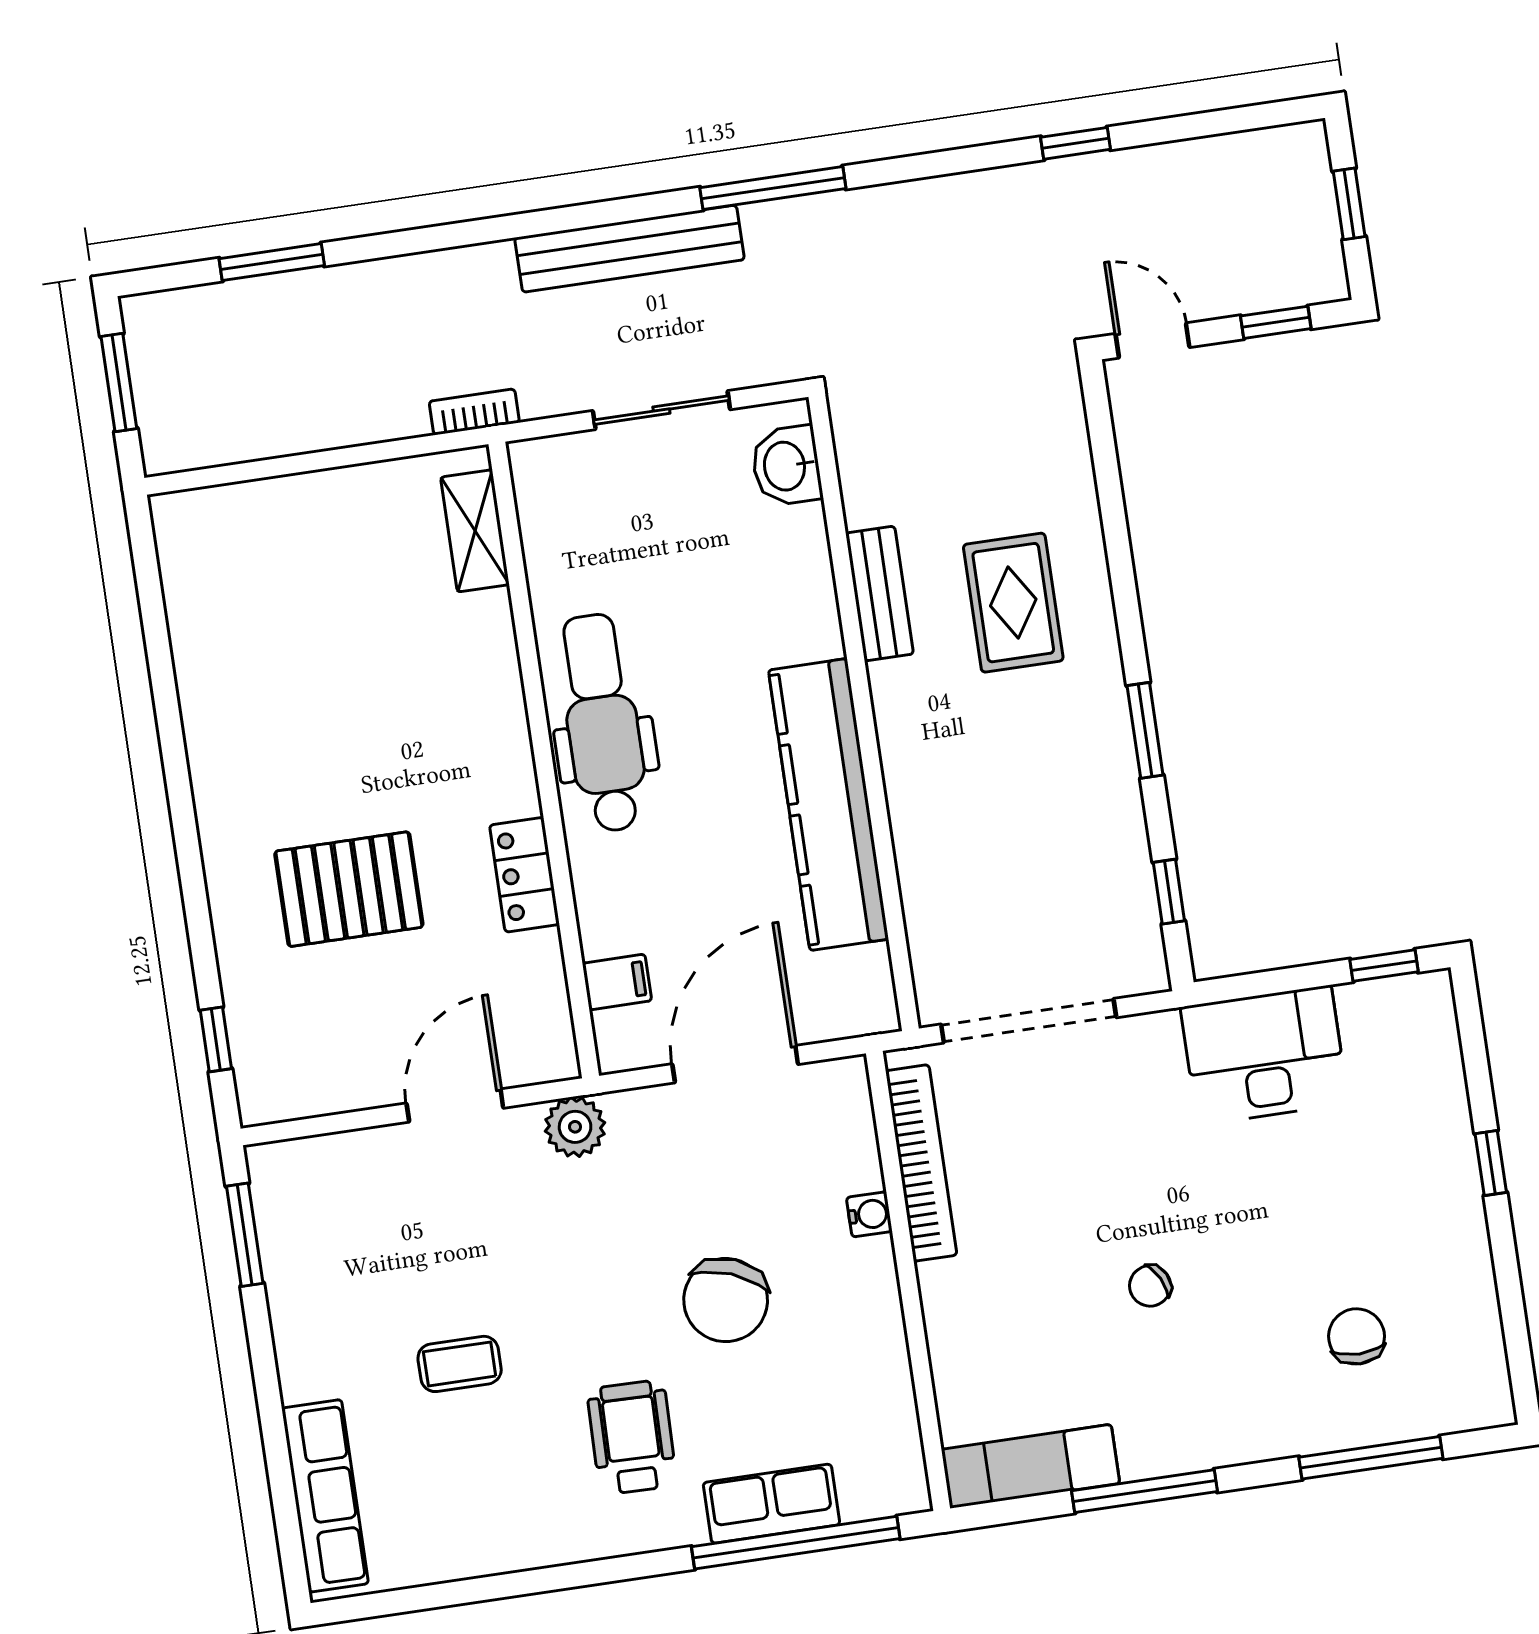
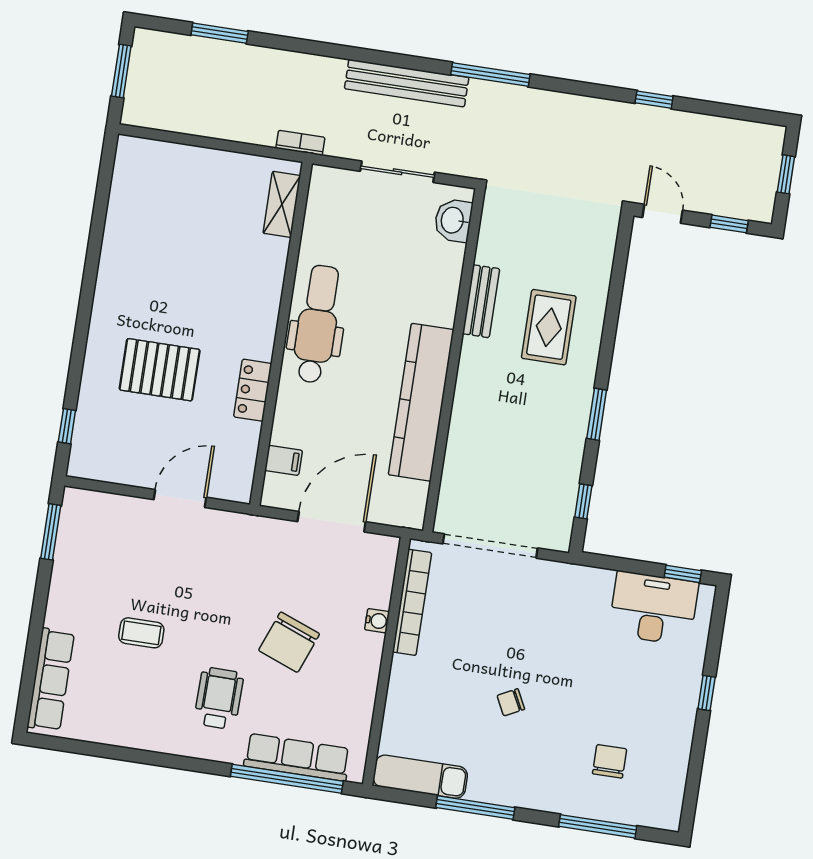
desk: (1264, 1055) -> (653, 608), moved
plant: (575, 1127) -> (239, 529), removed
row of seats: (771, 1504) -> (297, 757), width x1.48

